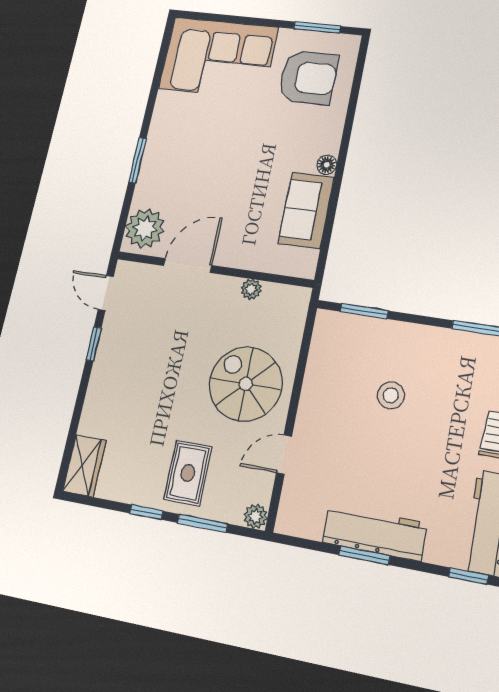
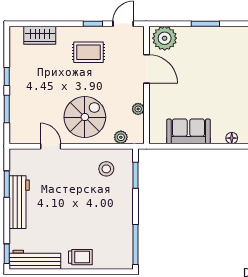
floor lamp: (327, 165) -> (232, 138), moved
stool: (391, 395) -> (106, 169), moved
wardrobe: (84, 466) -> (40, 35), moved
rug: (188, 473) -> (88, 52), moved
plant: (255, 516) -> (121, 137), moved
window: (365, 555) -> (7, 184), moved

